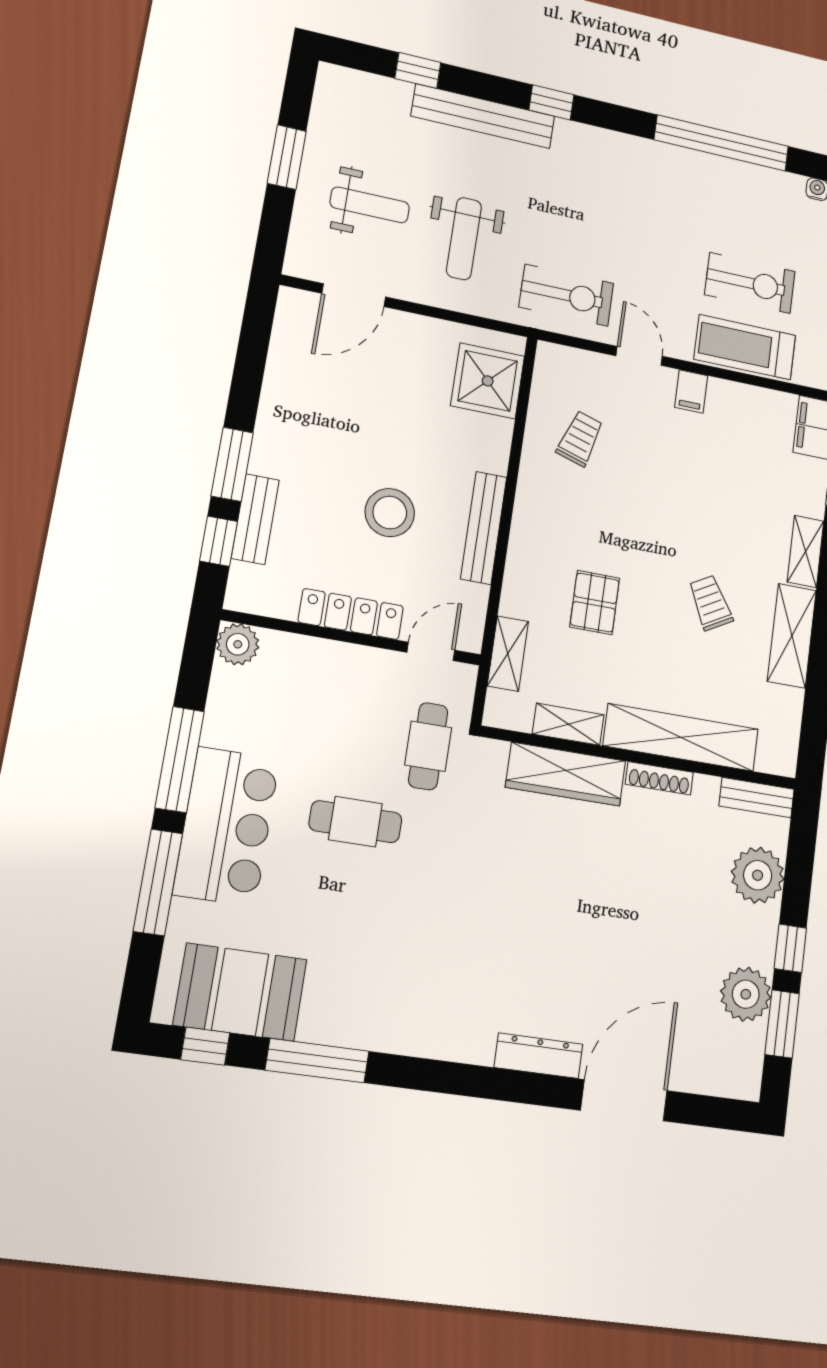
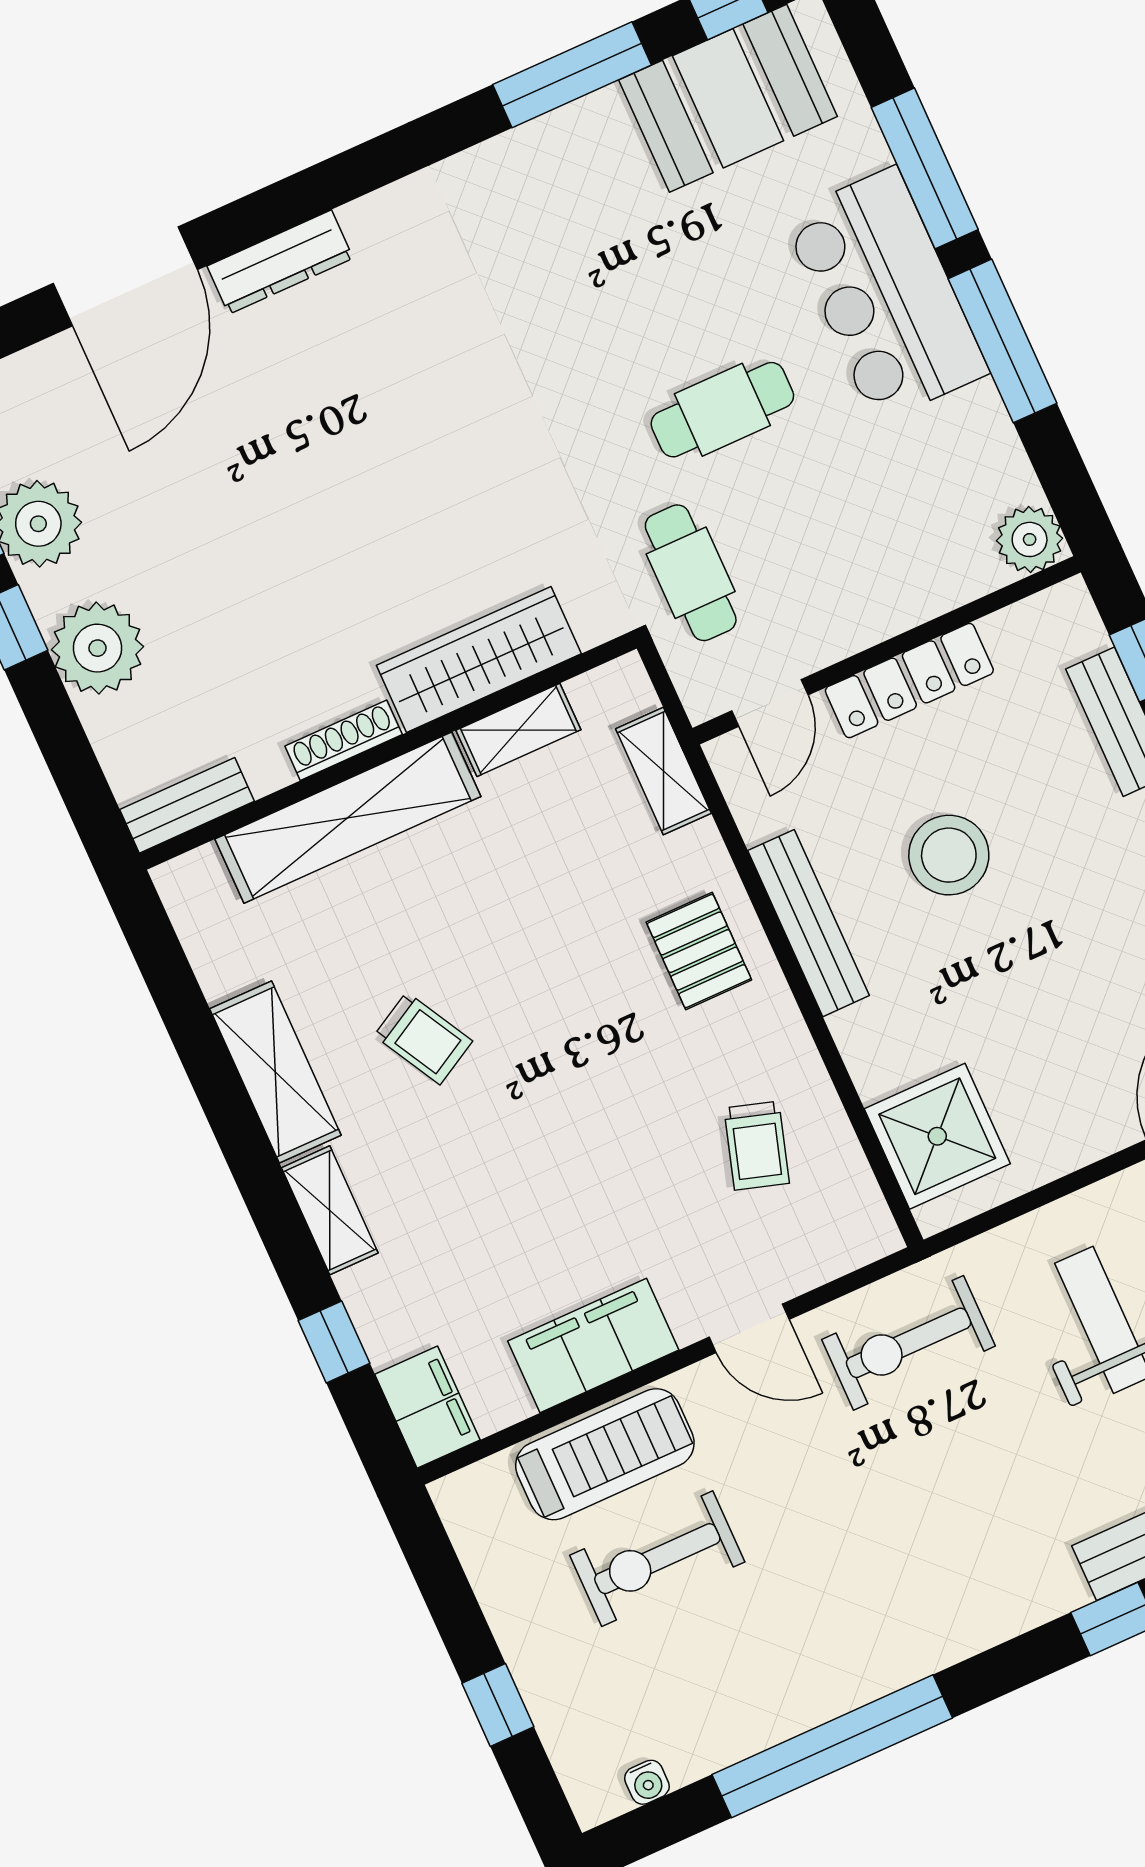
filing cabinet: (691, 391) -> (593, 1346), width x3.00, depth x1.17
pallet: (595, 603) -> (699, 951), moved
plant: (758, 875) -> (98, 648), moved

